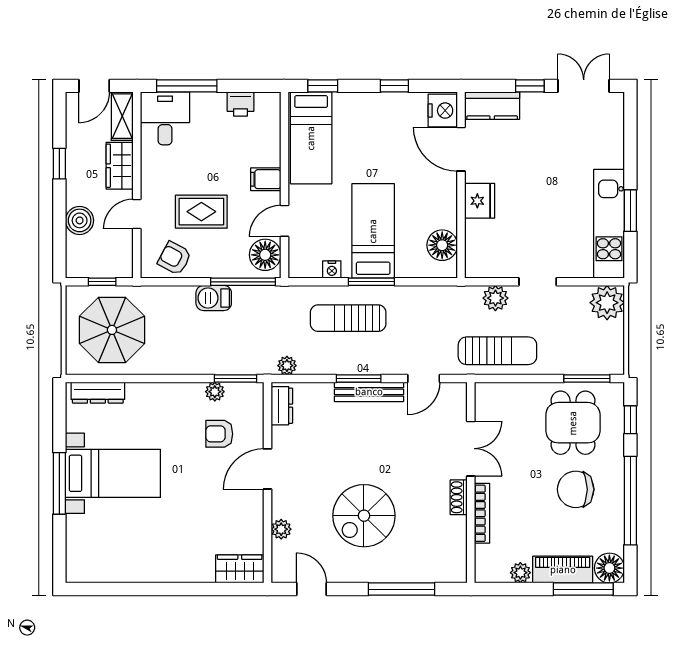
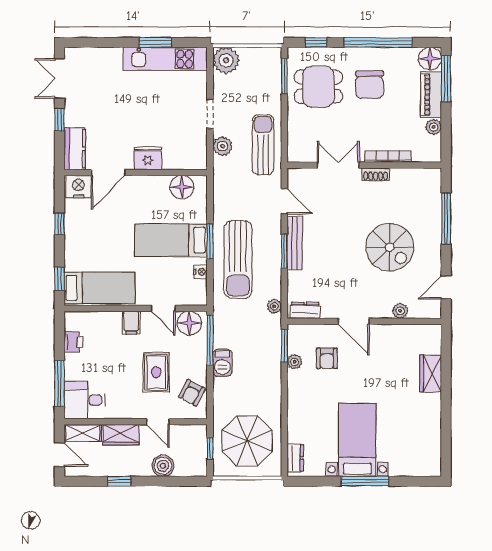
sun lounger: (348, 318) -> (238, 259), width x1.36, depth x1.34
dresser: (98, 393) -> (295, 458), width x0.70
wardrobe: (240, 569) -> (431, 374), moved

